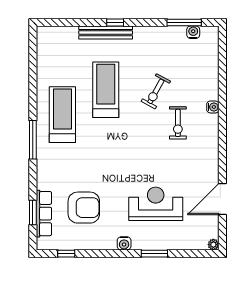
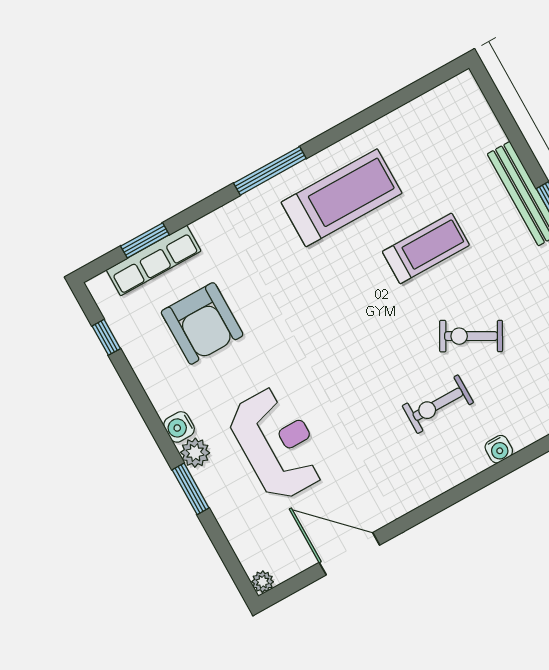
treadmill: (106, 90) -> (426, 248), width x0.73, depth x0.73
plant: (139, 243) -> (195, 453), added

